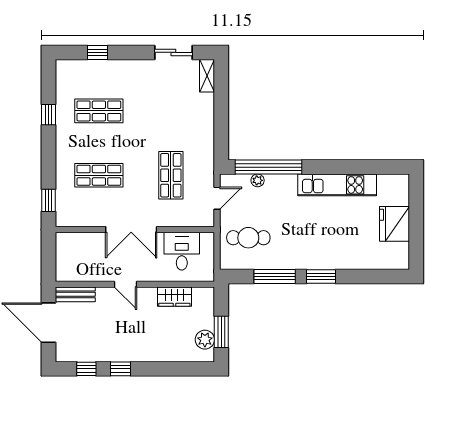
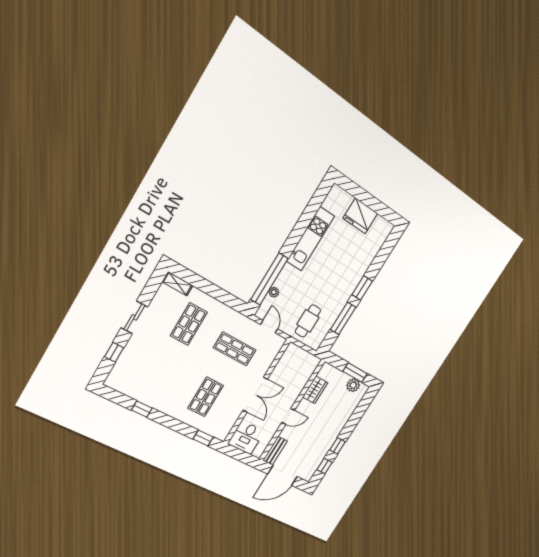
sliding door: (173, 52) -> (134, 317), moved
shop shelf: (99, 111) -> (189, 324), moved
desk: (182, 251) -> (246, 437), moved, turned -90

